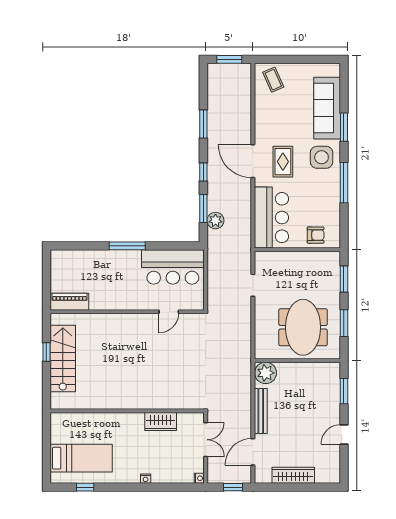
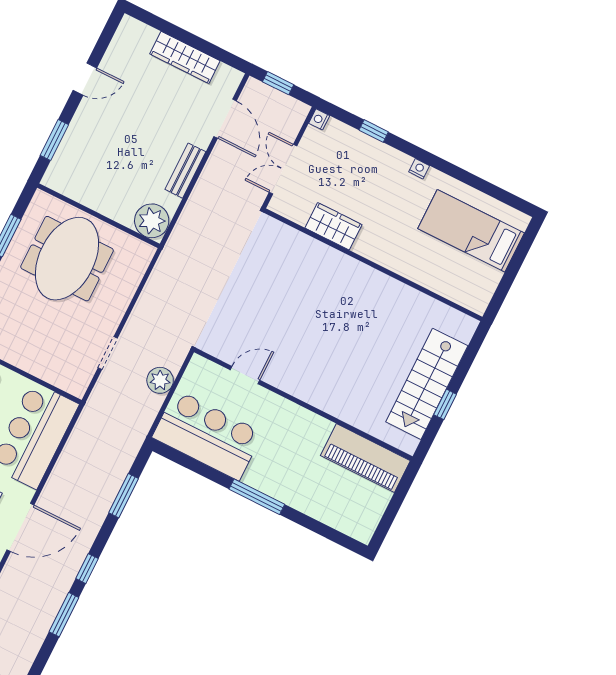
door: (253, 161) -> (20, 527), hinge flipped
window: (203, 172) -> (87, 569), moved
plant: (215, 221) -> (160, 380), moved
piano: (69, 302) -> (365, 458), width x1.37, depth x1.33
bench: (261, 411) -> (185, 171), width x0.73
door: (253, 452) -> (225, 119), hinge flipped
nightstand: (146, 479) -> (419, 169), moved
window: (85, 487) -> (374, 131), moved

